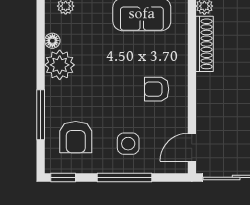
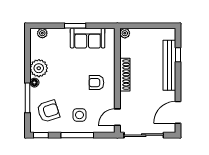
floor lamp: (52, 41) -> (34, 83), moved
shoe rack: (205, 44) -> (125, 75), moved
armchair: (76, 137) -> (48, 111), turned -108

